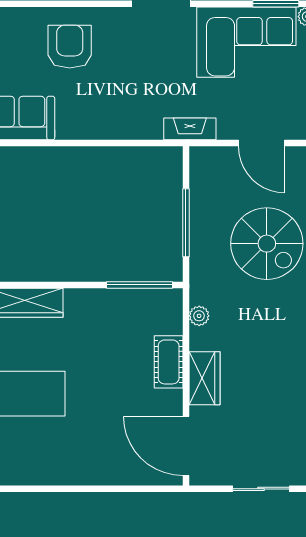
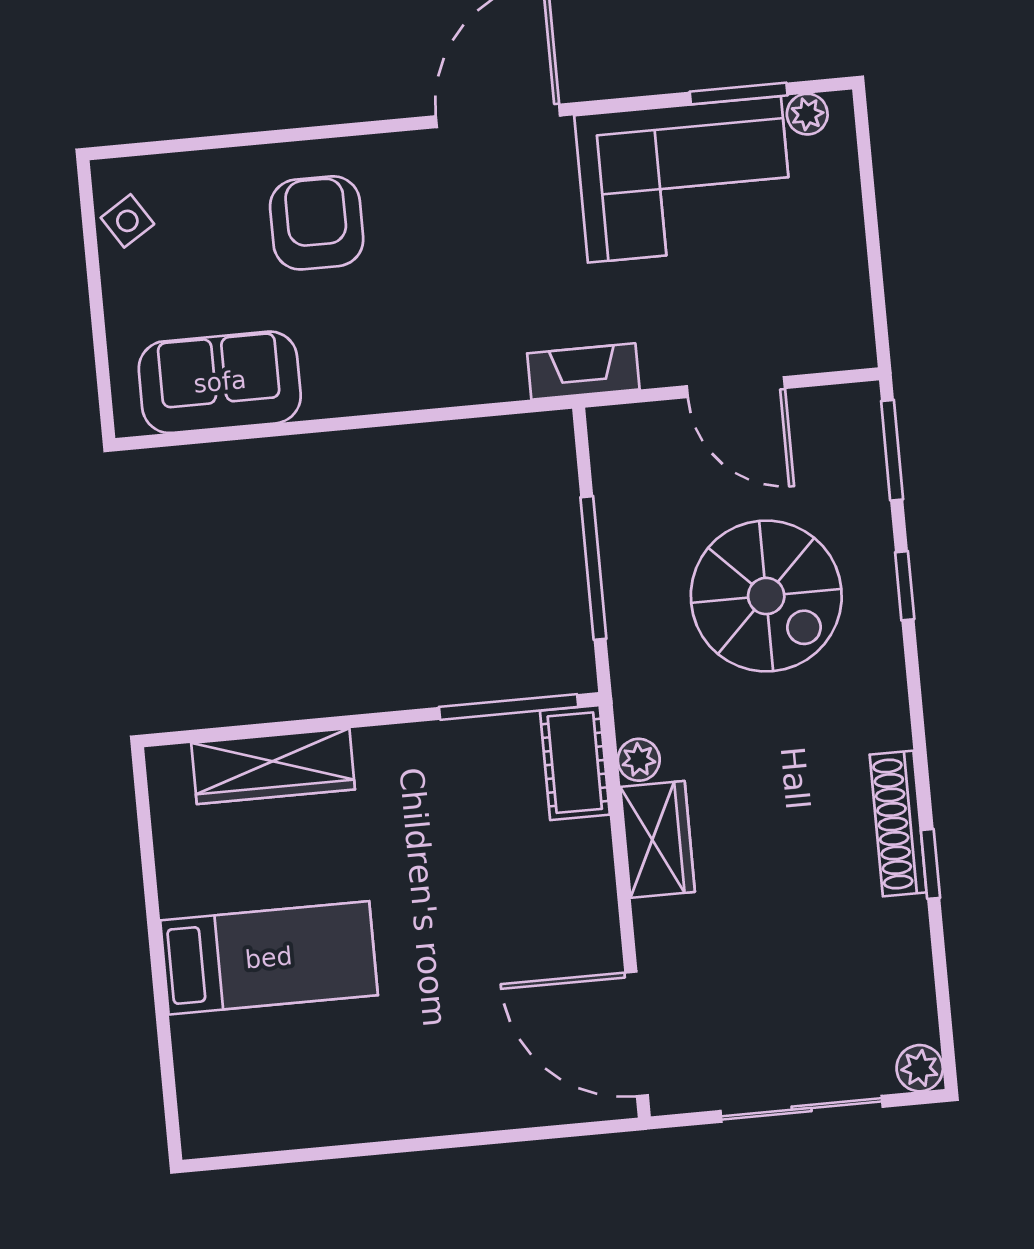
cot: (169, 362) -> (575, 763), moved
wardrobe: (204, 378) -> (658, 839), moved
sliding door: (261, 489) -> (802, 1109), width x1.37

